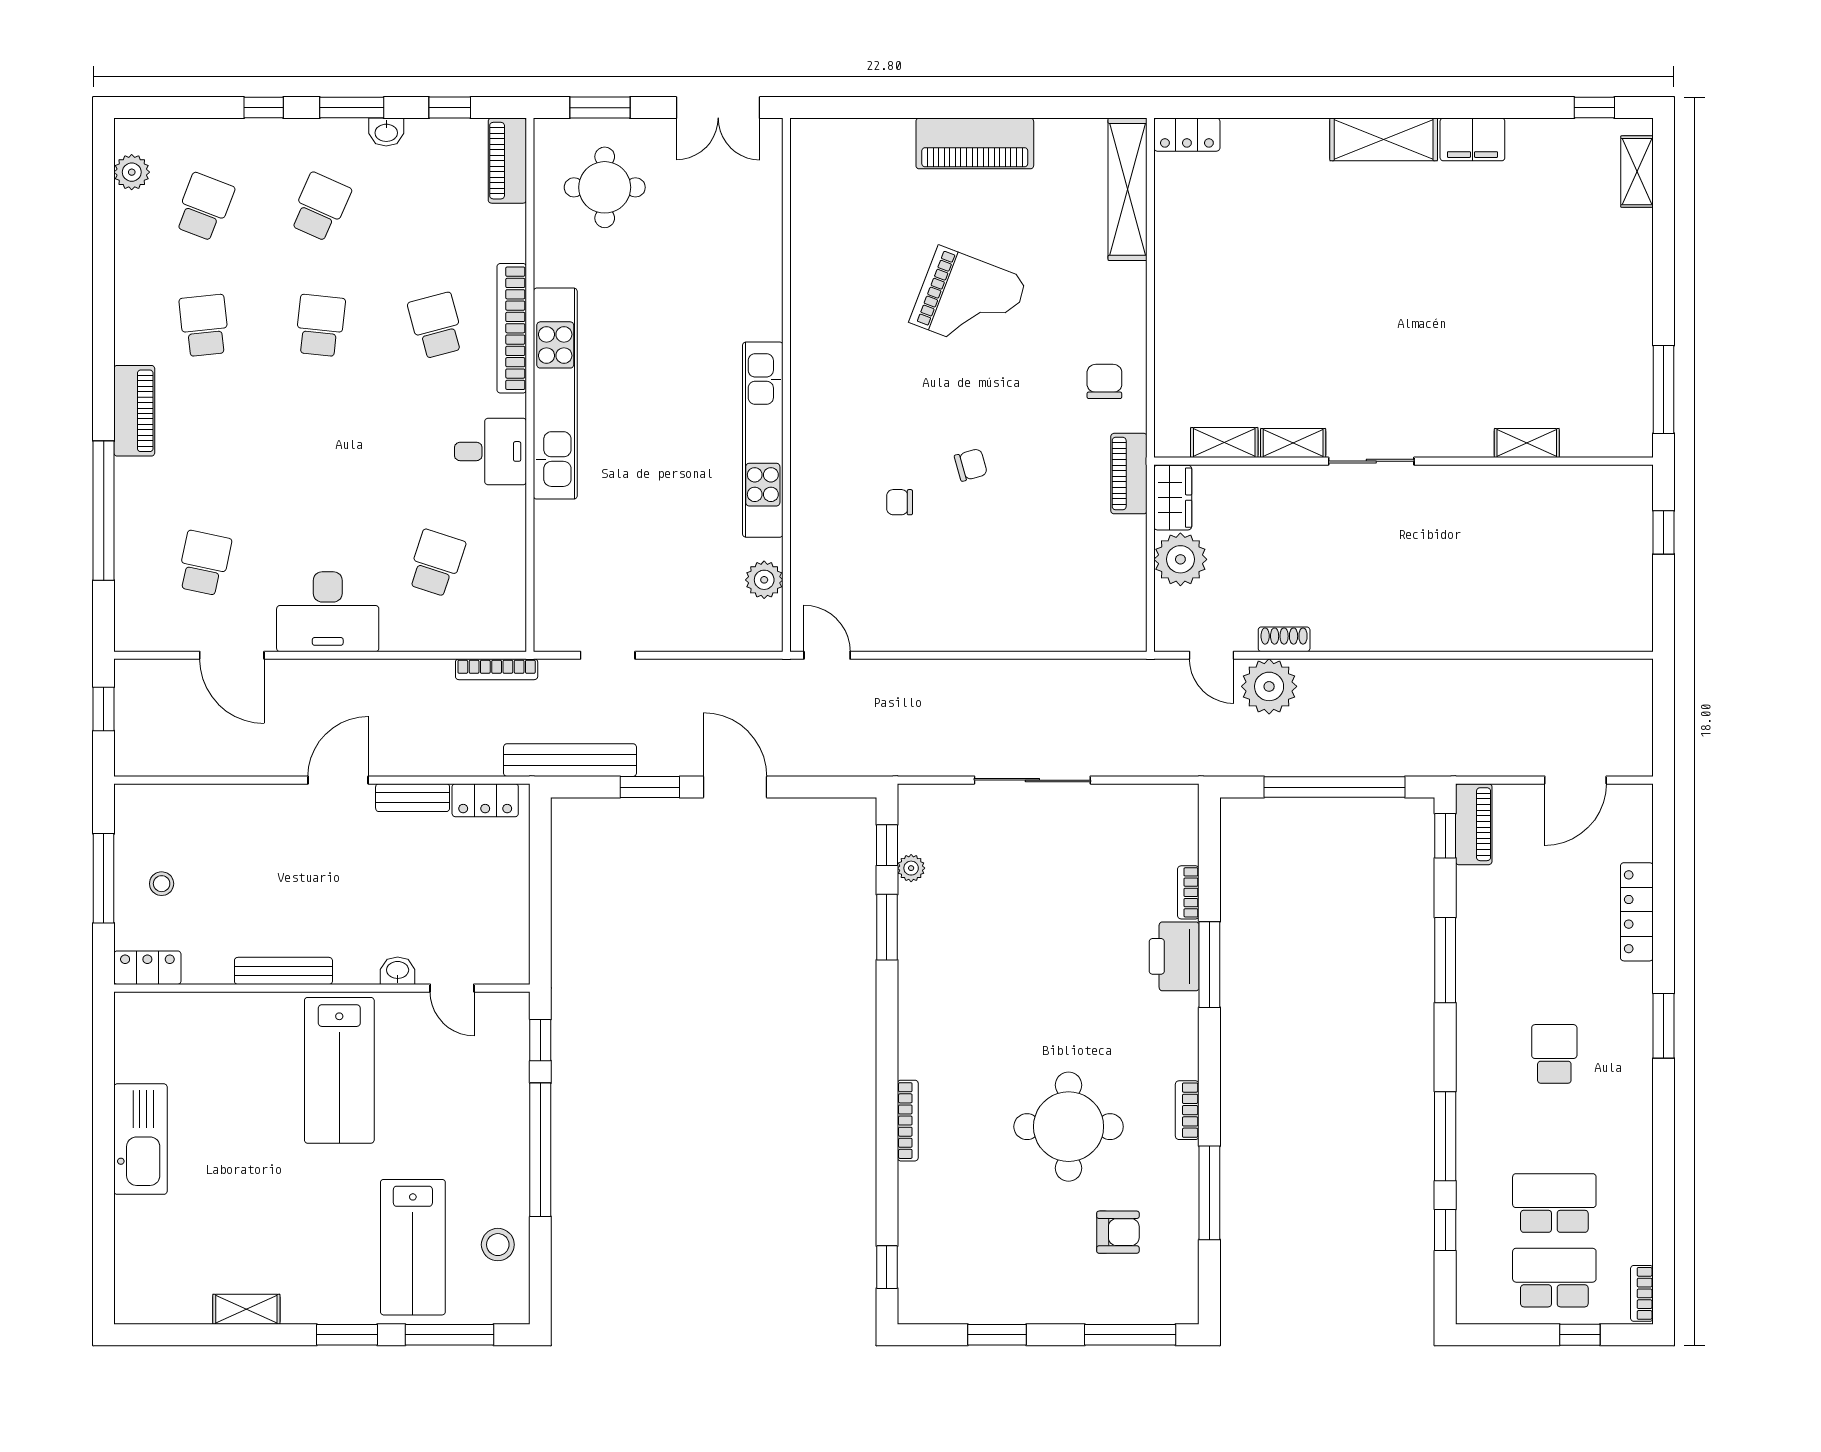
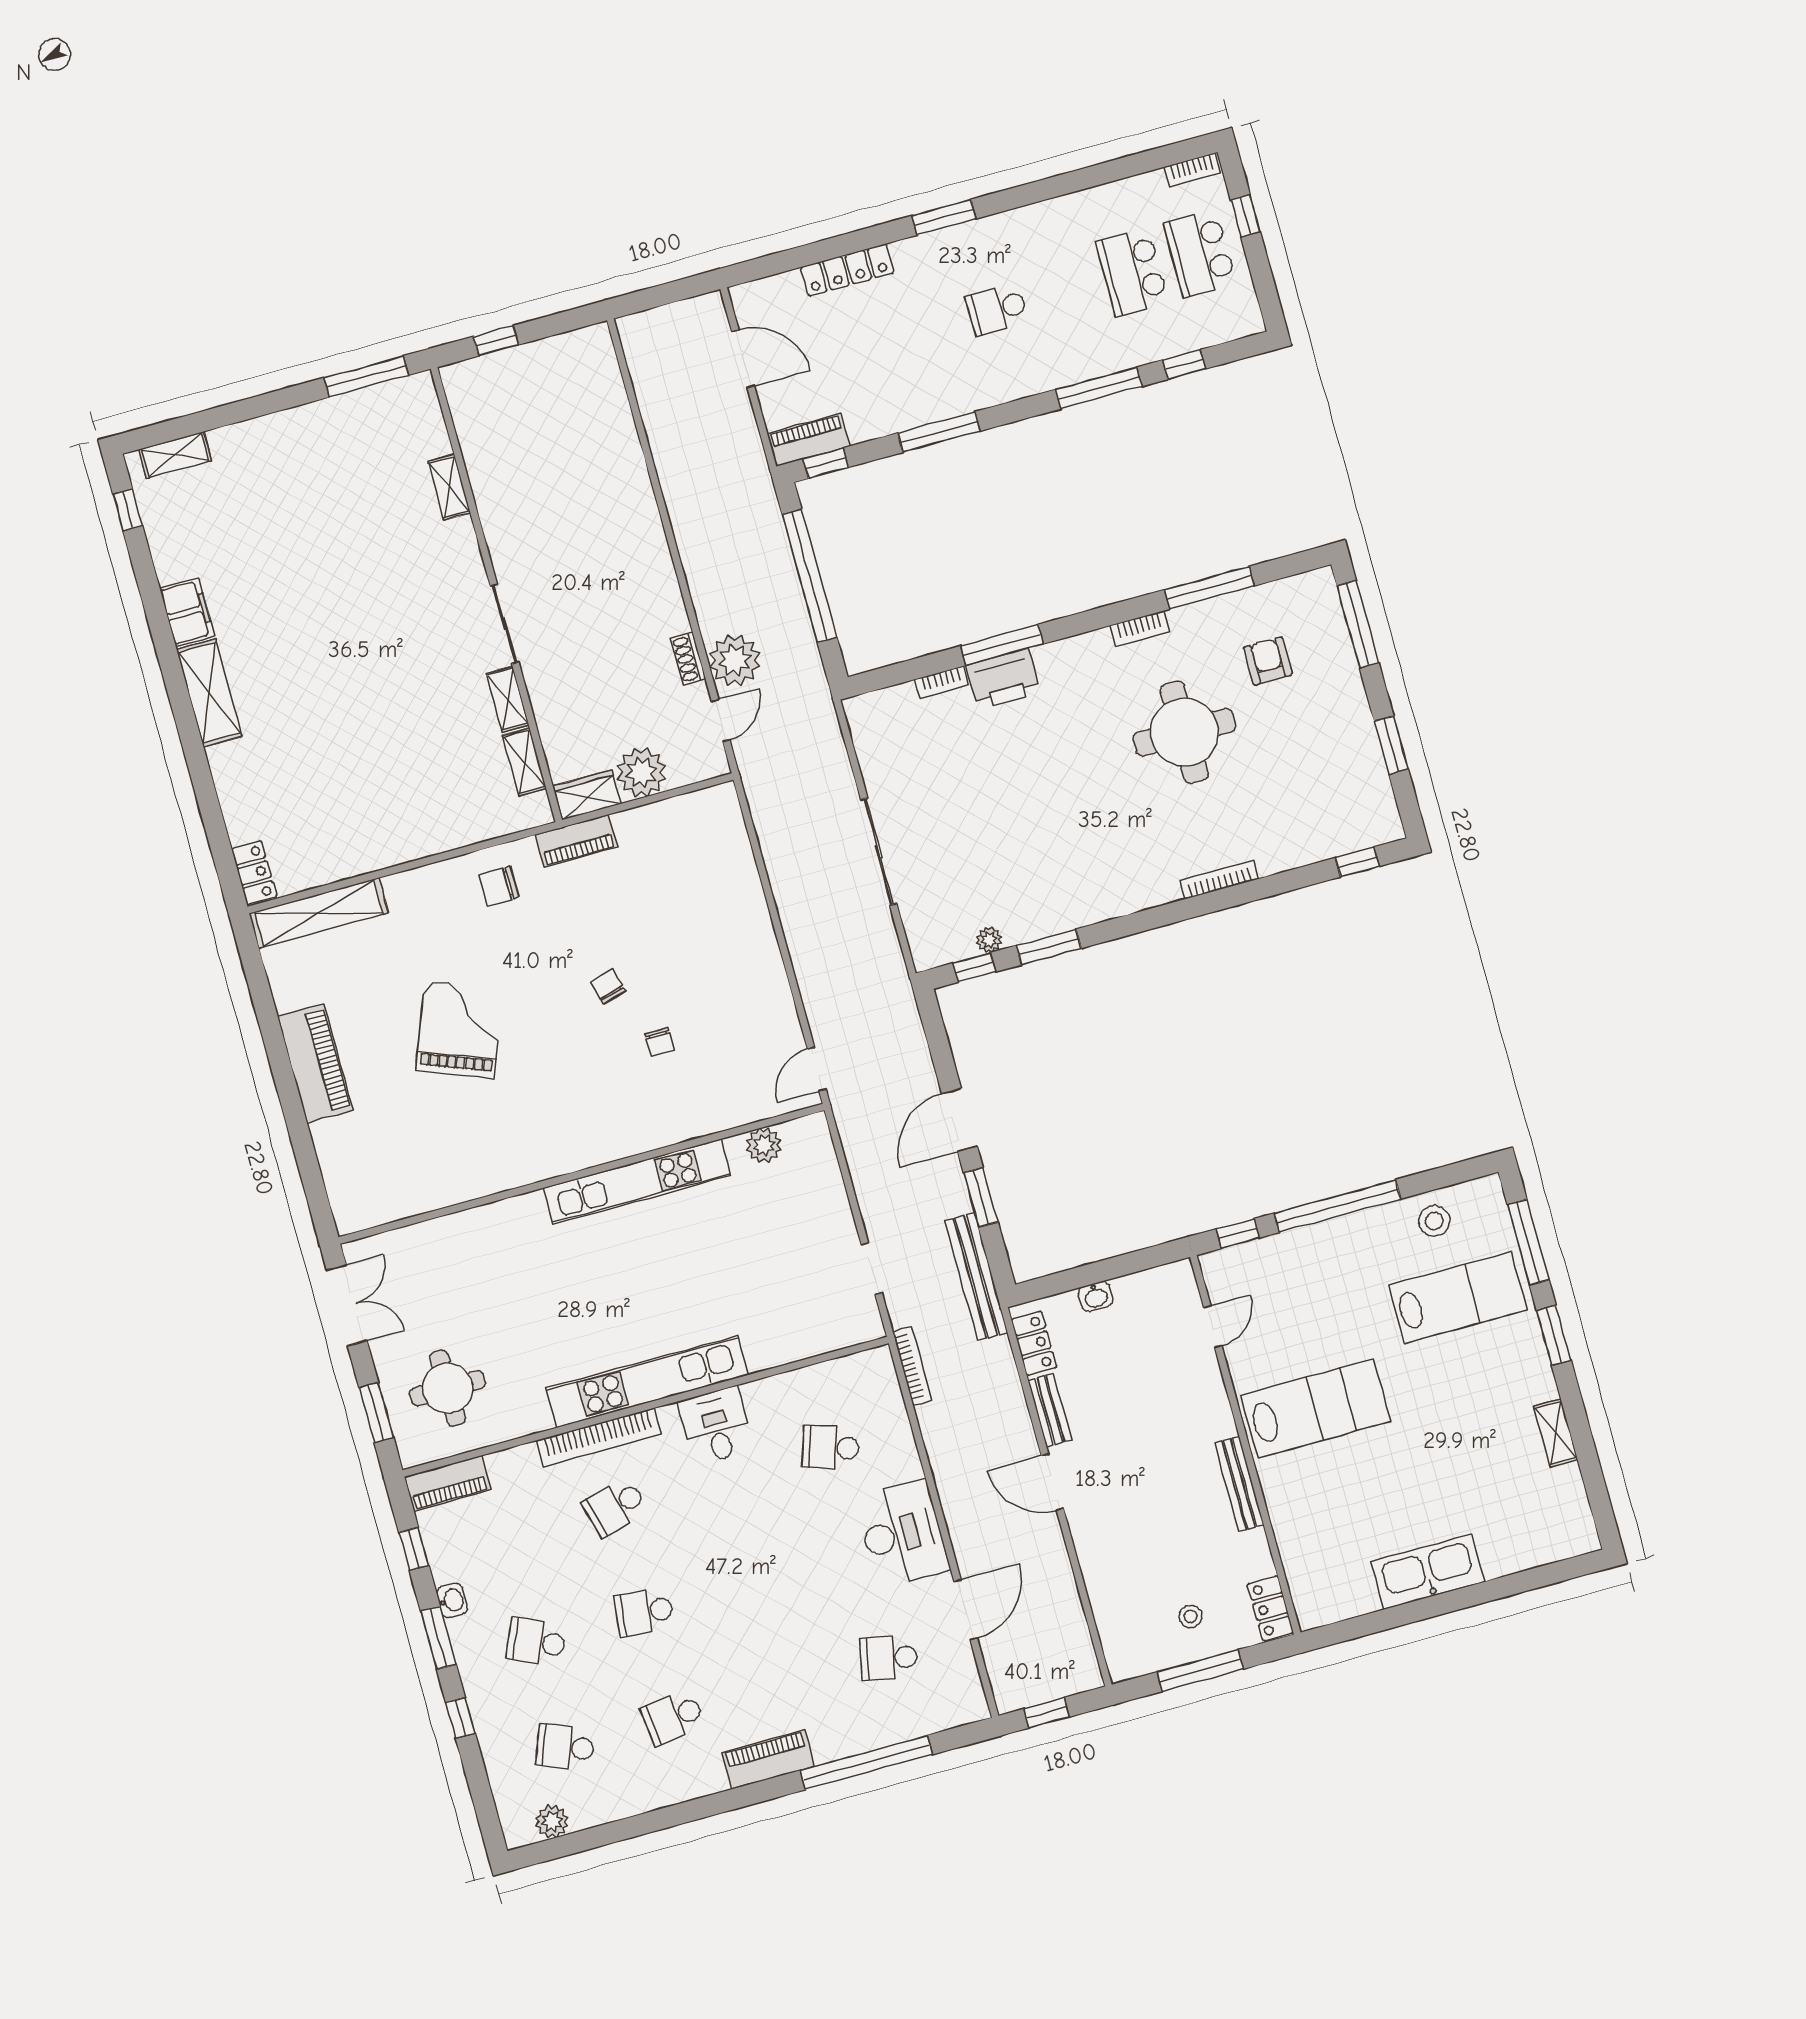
washbasin: (398, 971) -> (1096, 1296), moved, turned -90

